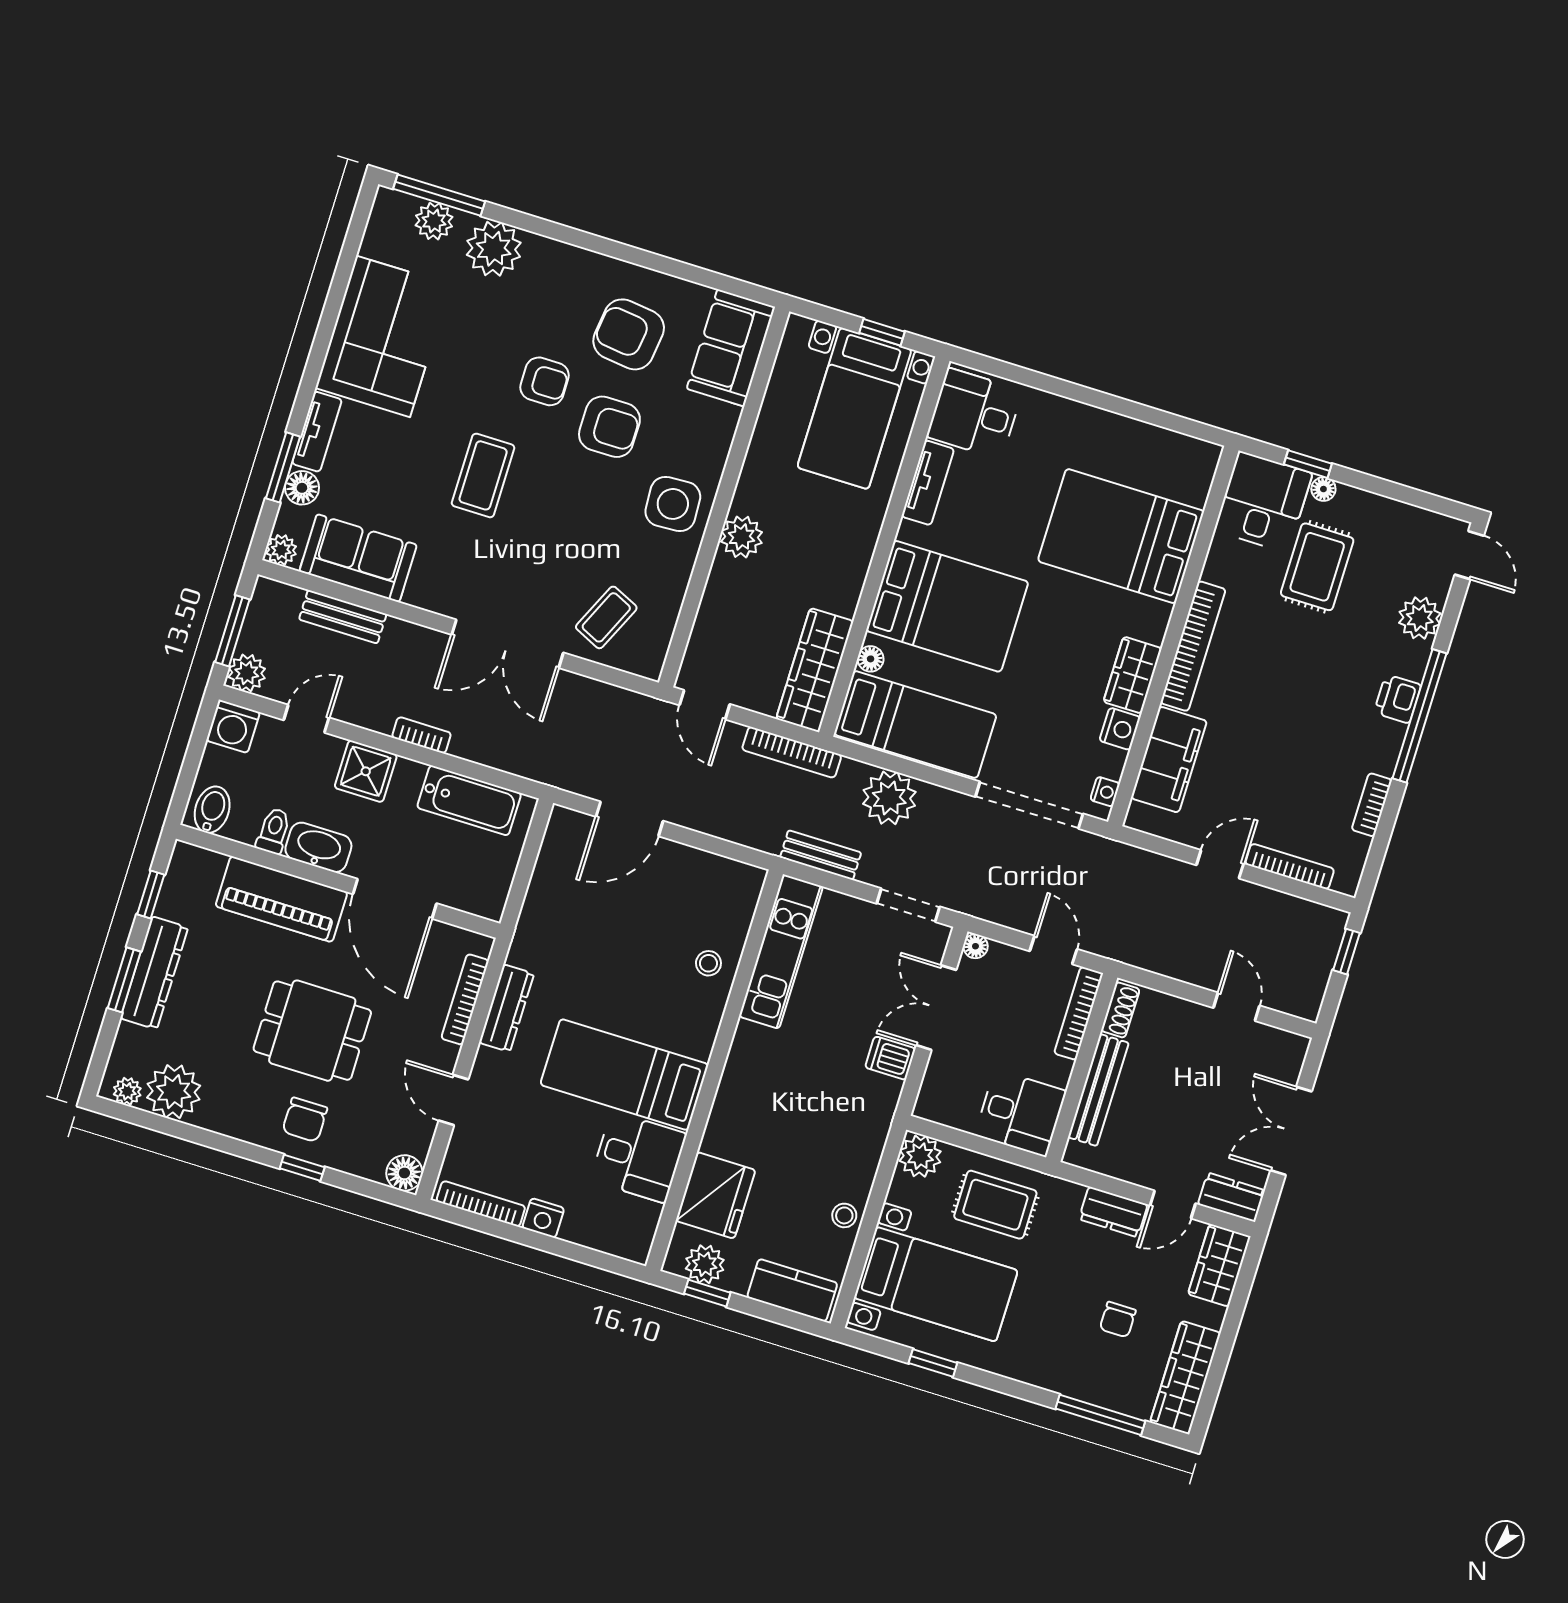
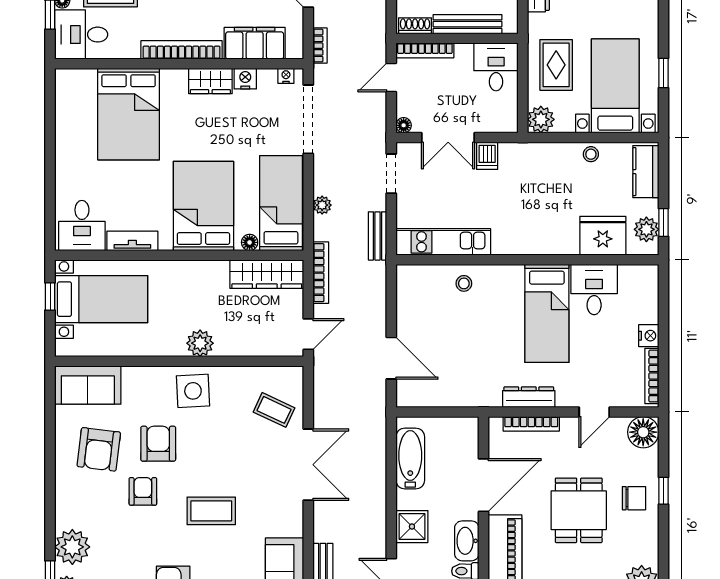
bookcase: (422, 735) -> (320, 46), moved, turned 180
plant: (889, 798) -> (322, 205), width x0.53, depth x0.53
floor lamp: (404, 1173) -> (643, 432), width x1.38, depth x1.38

